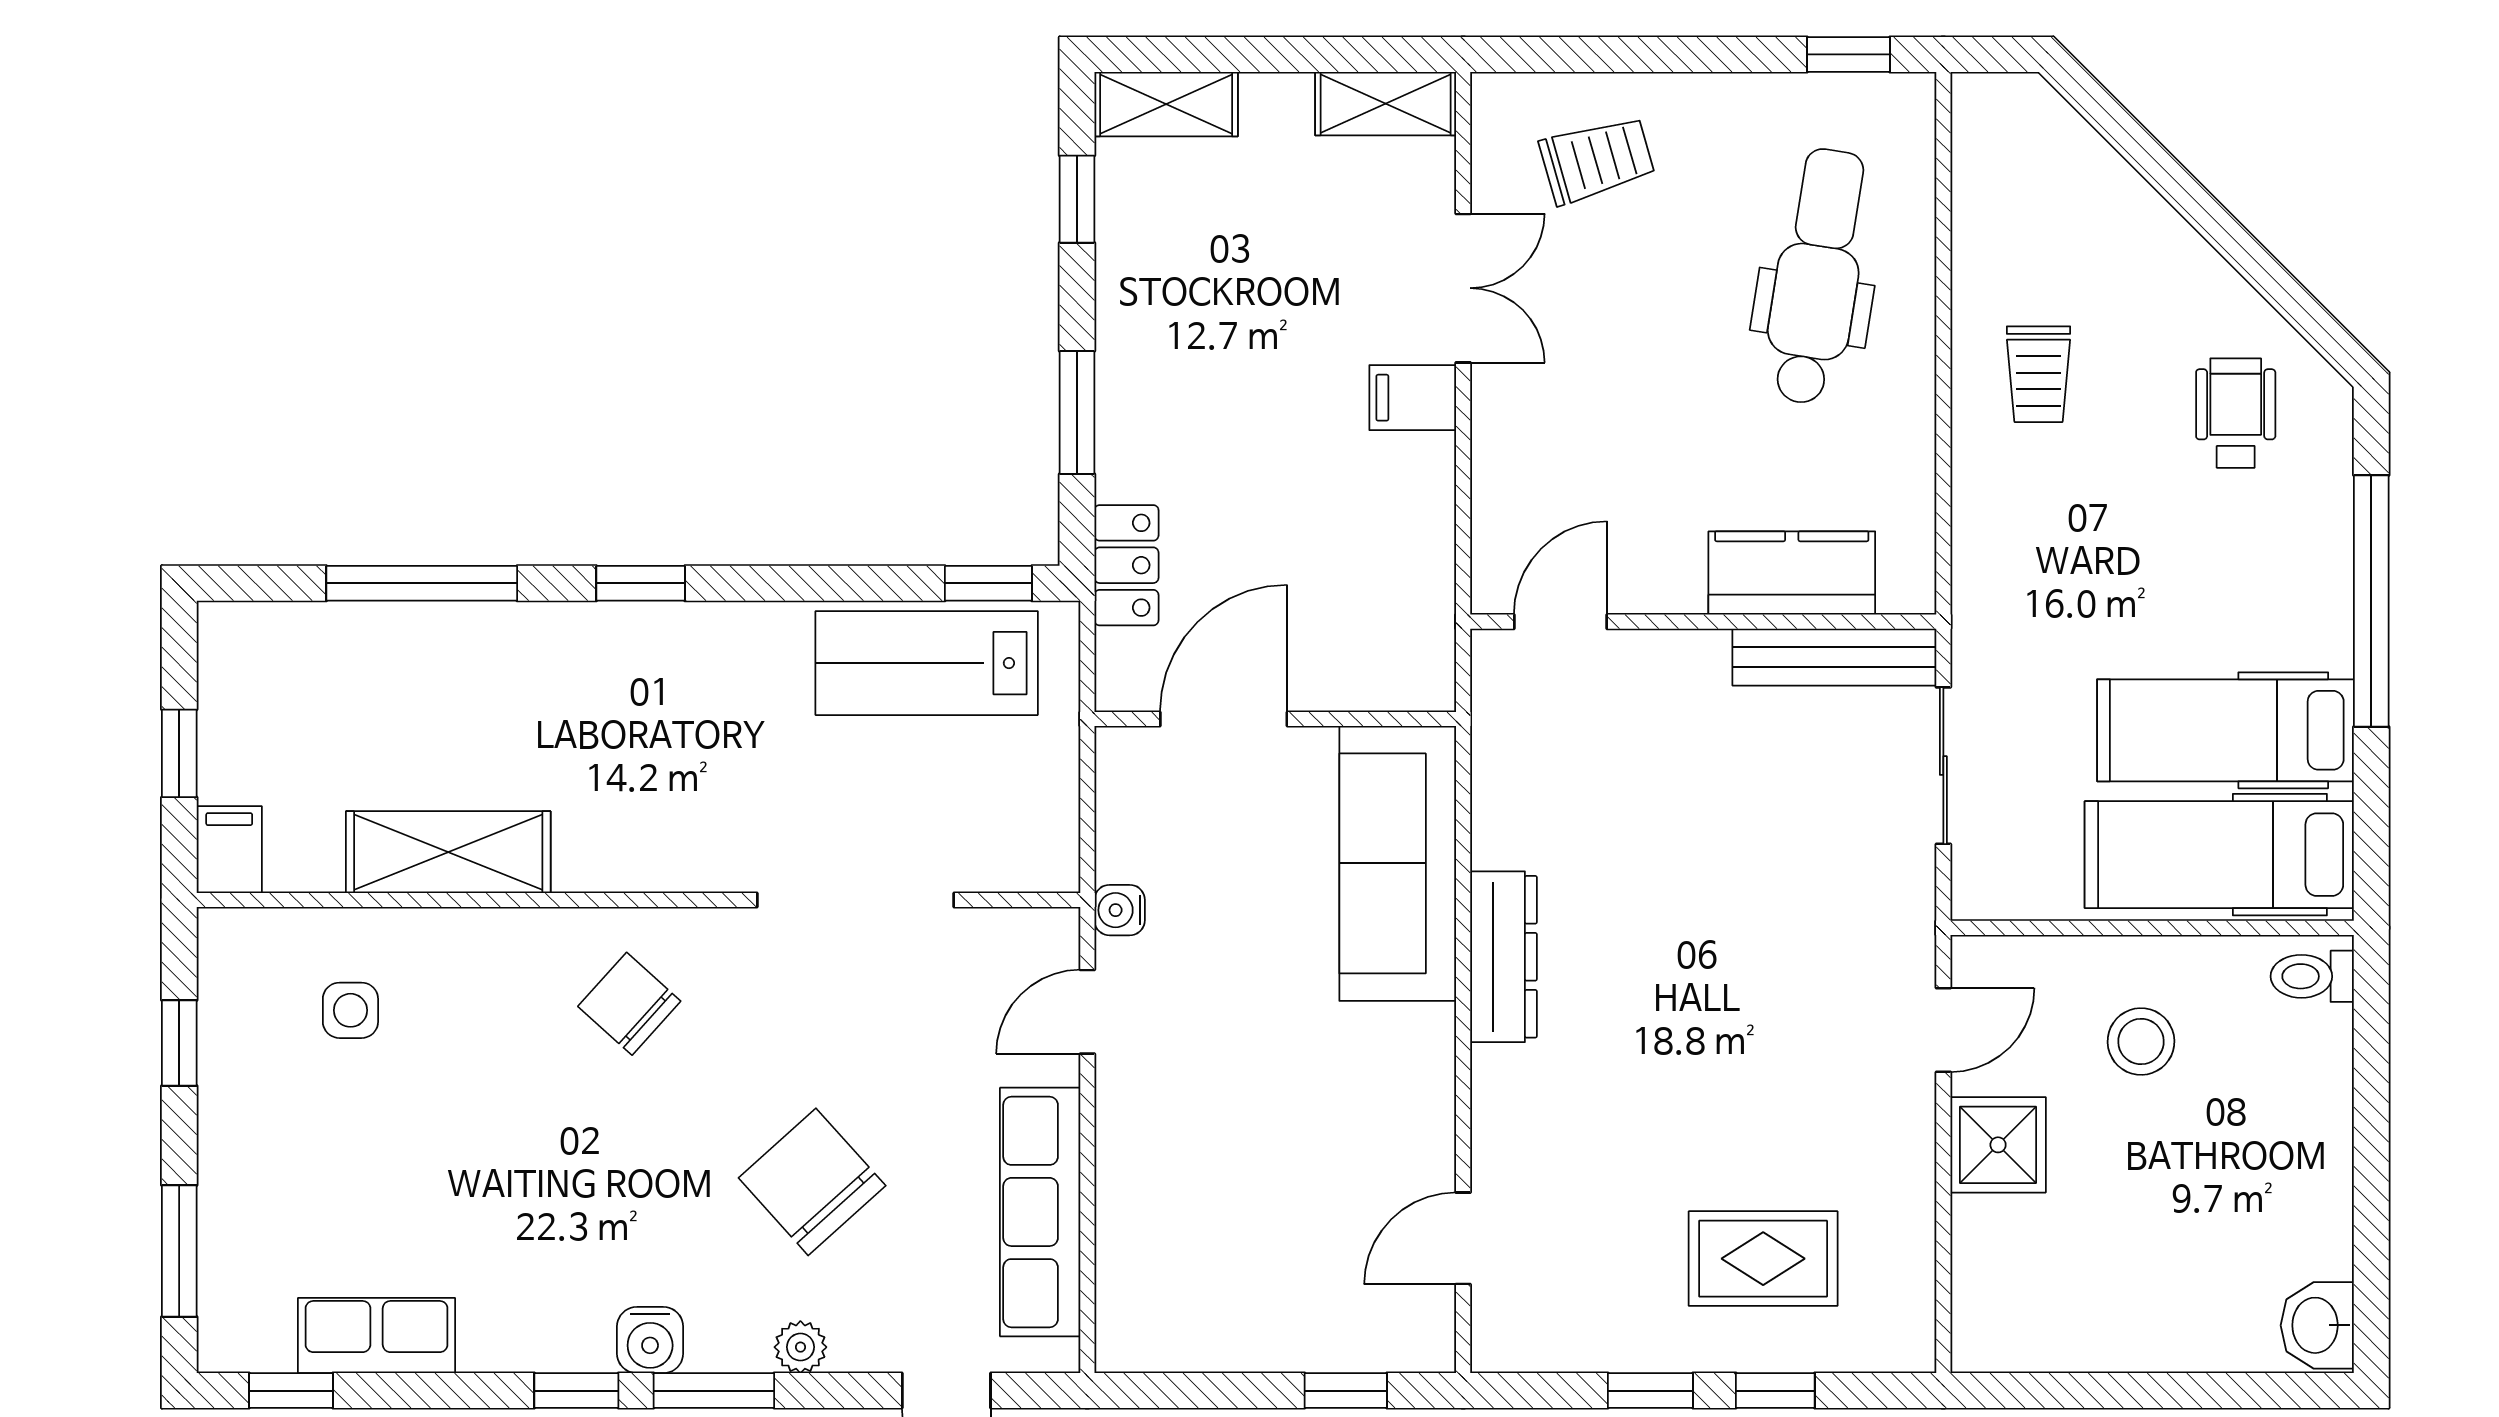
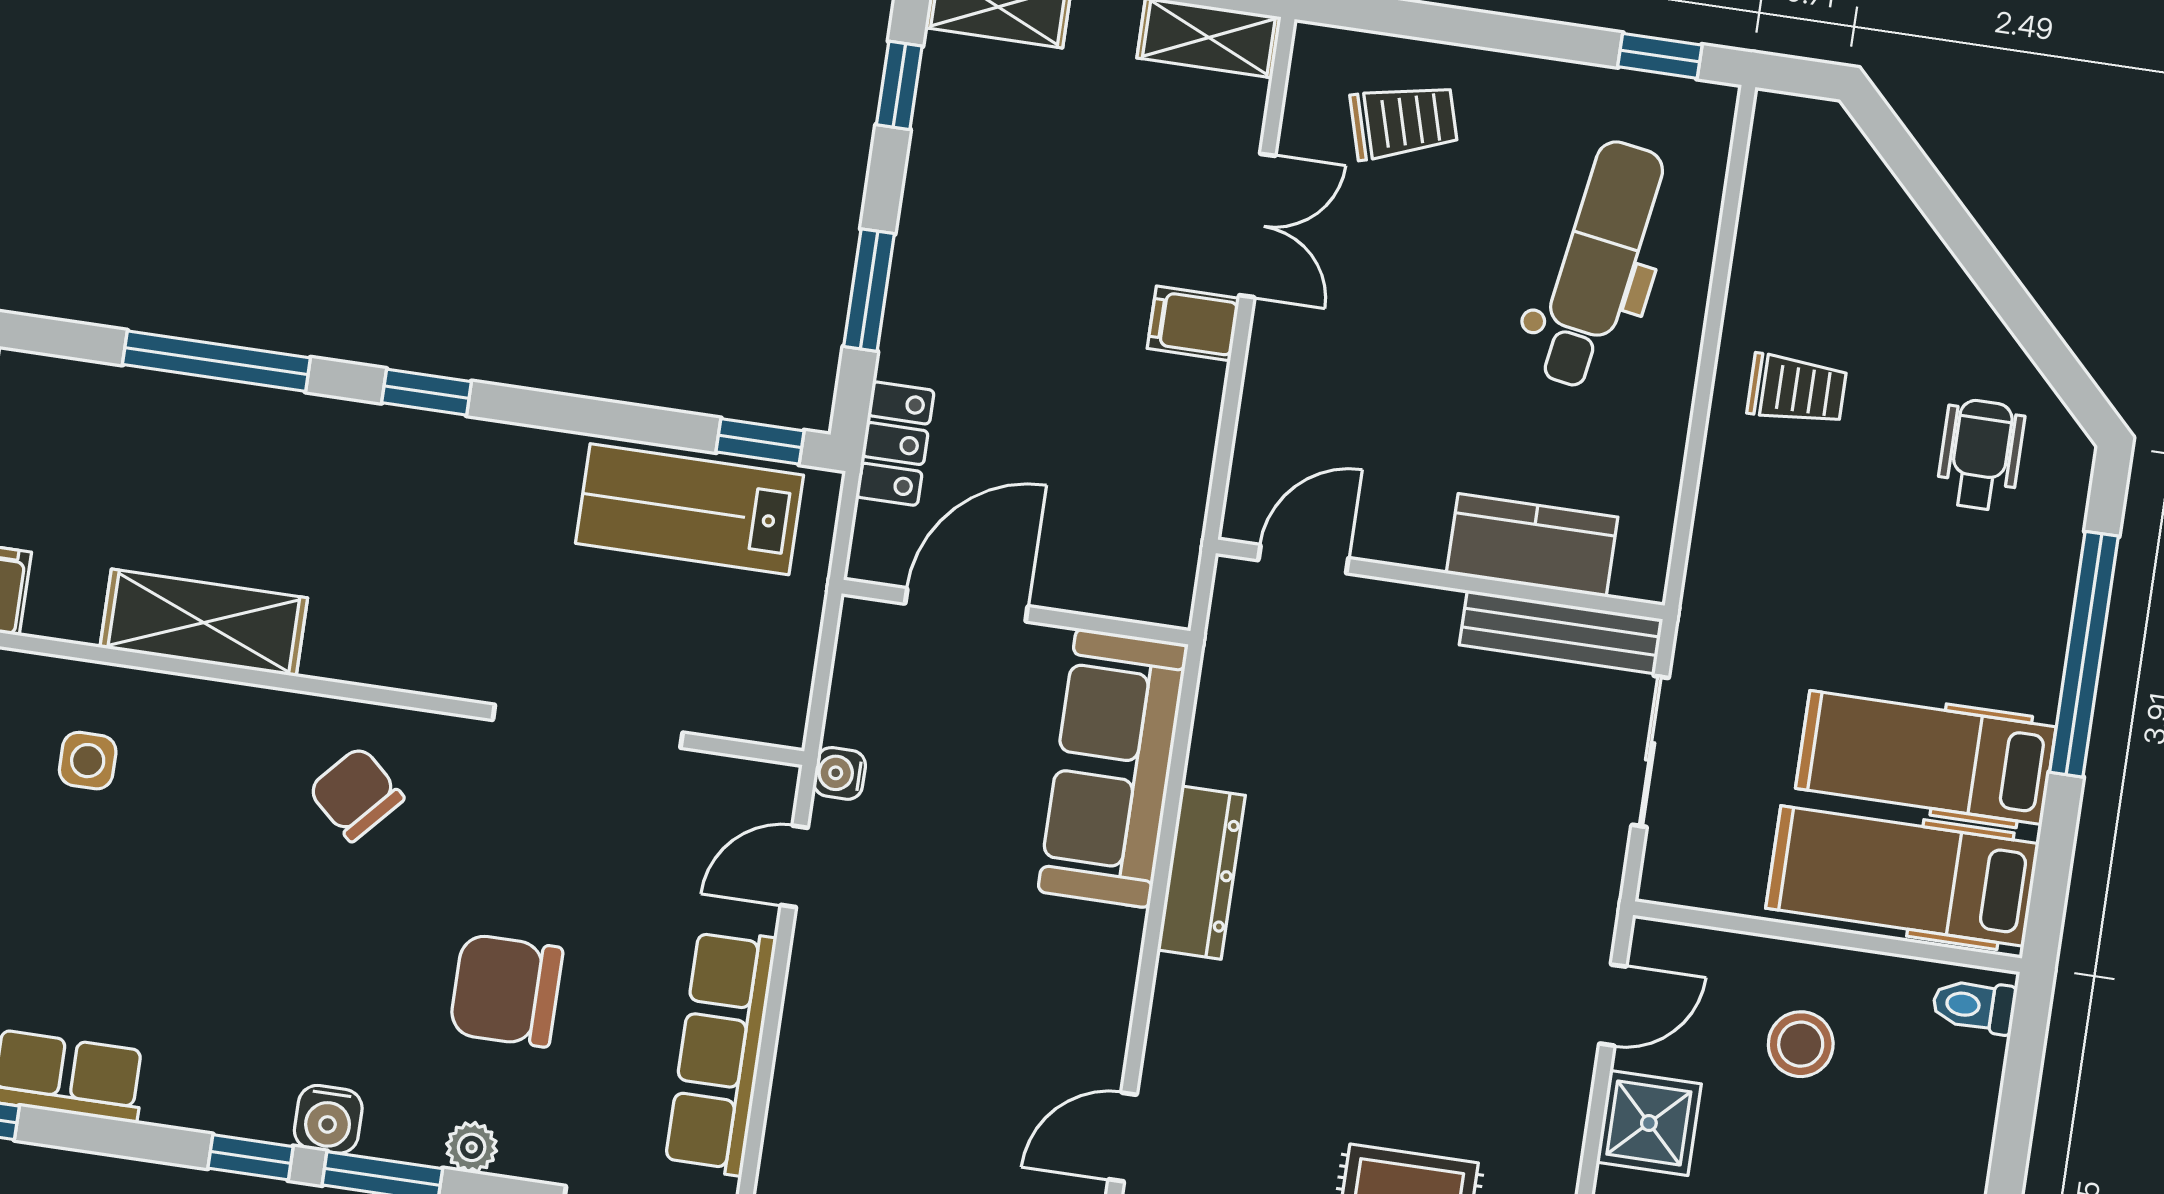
trolley: (2039, 374) -> (1797, 390), turned -90
chair: (812, 1182) -> (506, 990), turned -48

